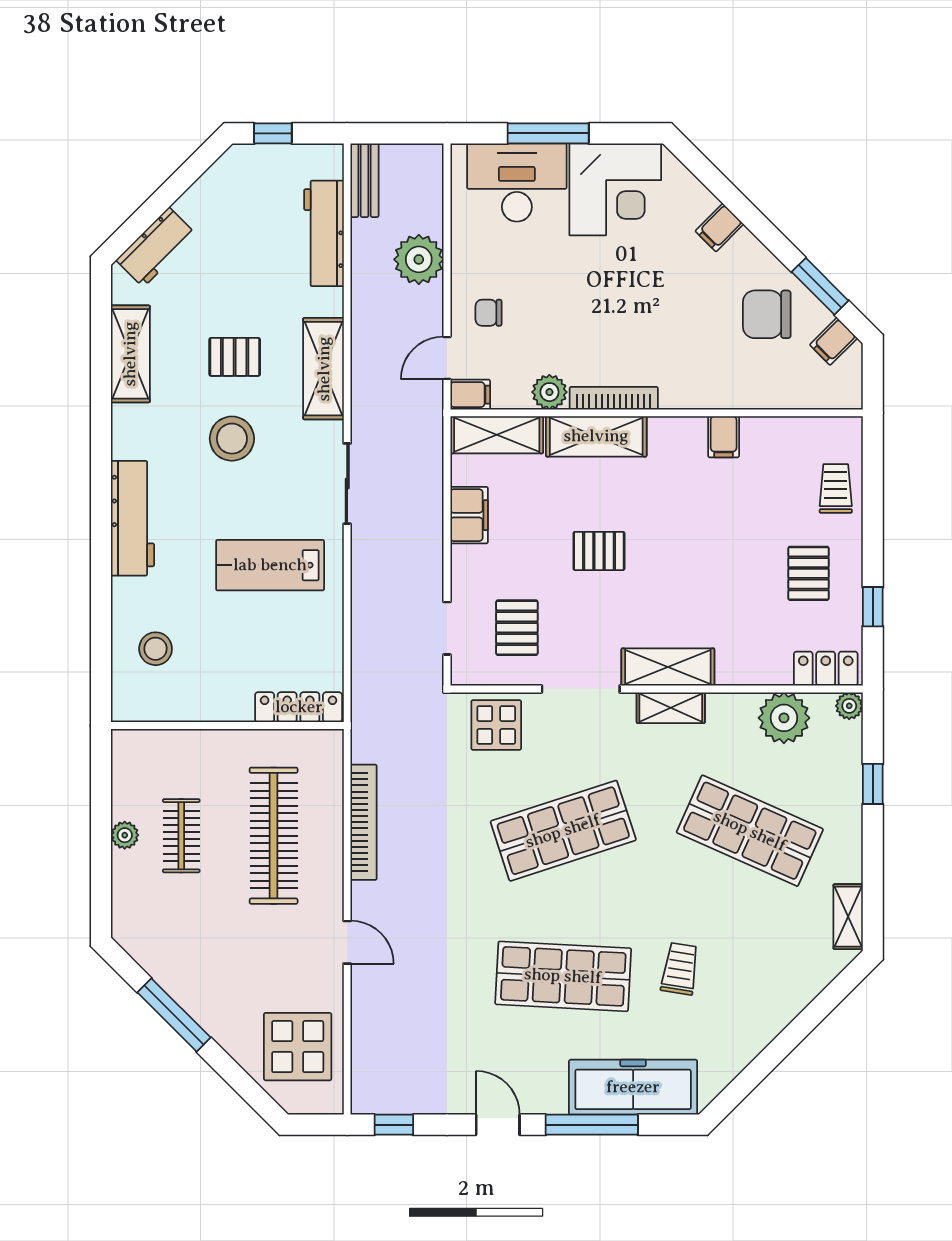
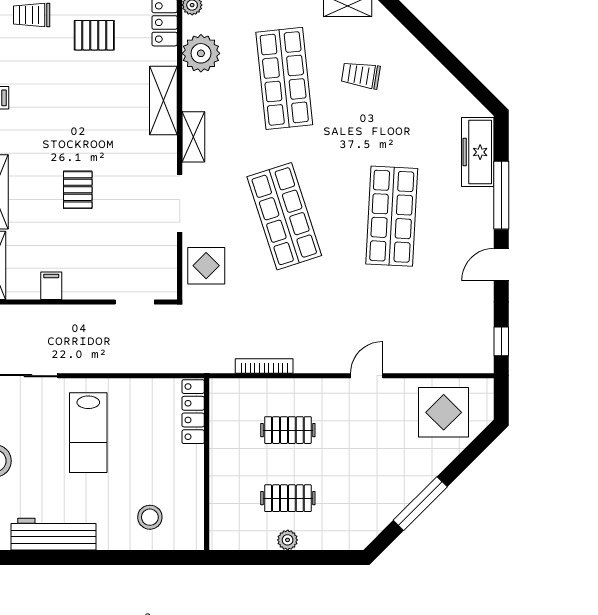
filing cabinet: (469, 515) -> (51, 286), width x0.50
pallet: (517, 628) -> (134, 250), removed
shelving: (668, 667) -> (163, 101), moved
bookcase: (364, 822) -> (264, 366), width x0.68, depth x0.76
shop shelf: (750, 831) -> (284, 78), turned -30
clothes rail: (274, 836) -> (288, 430), width x0.54, depth x0.76
trolley: (680, 969) -> (361, 75), moved
freezer: (633, 1087) -> (478, 152), width x0.73, depth x0.79

